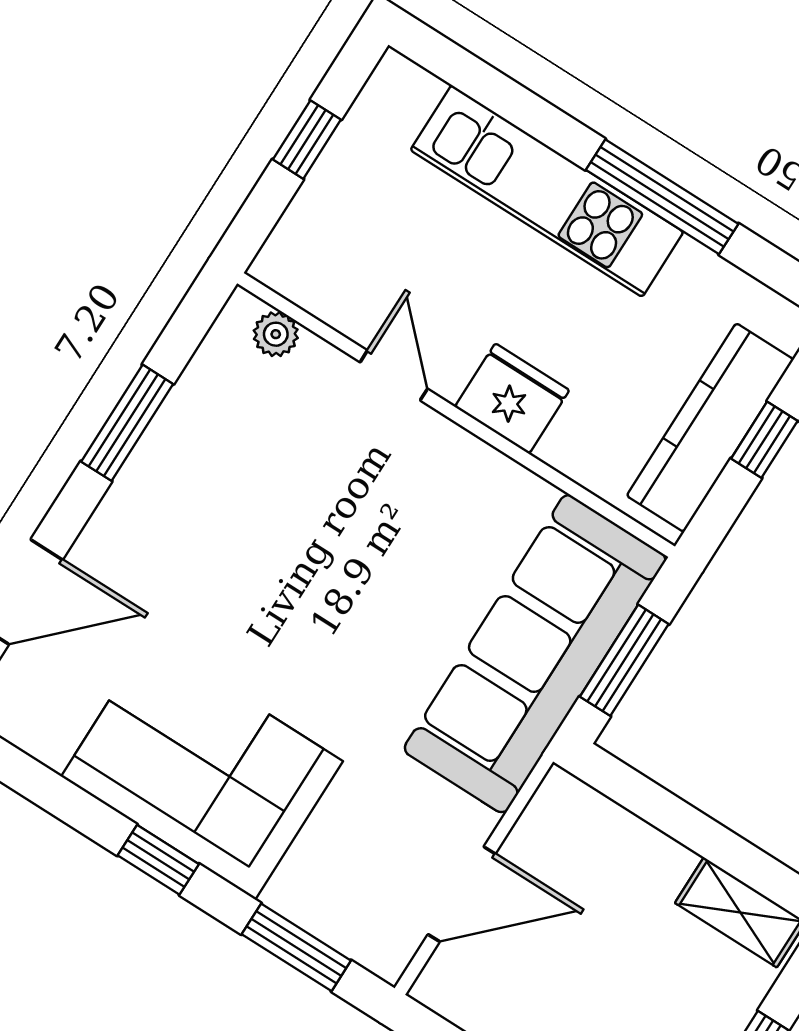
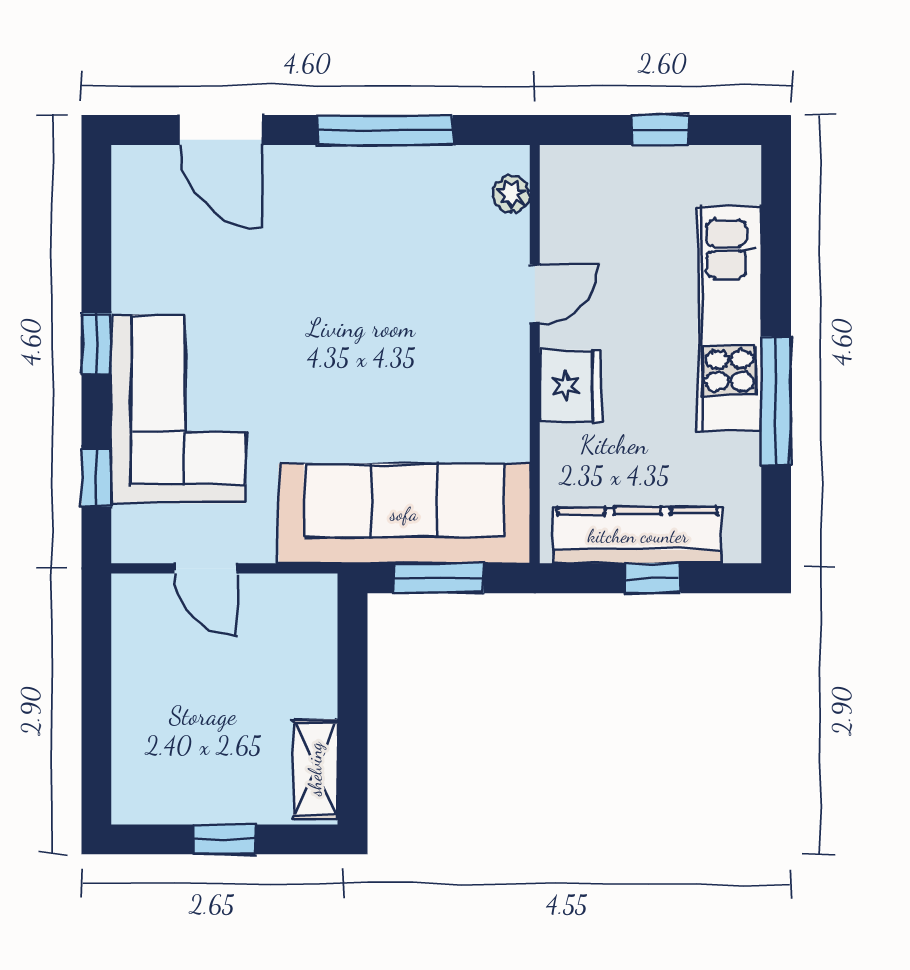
window: (127, 423) -> (385, 130), width x1.44
corner sofa: (202, 769) -> (178, 409), moved
door: (462, 894) -> (206, 568), width x0.73
window: (296, 947) -> (96, 477), width x0.67

